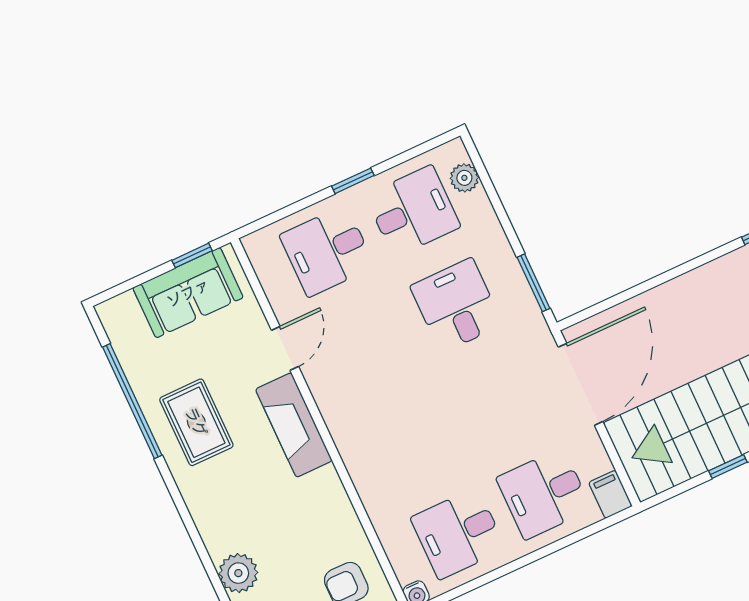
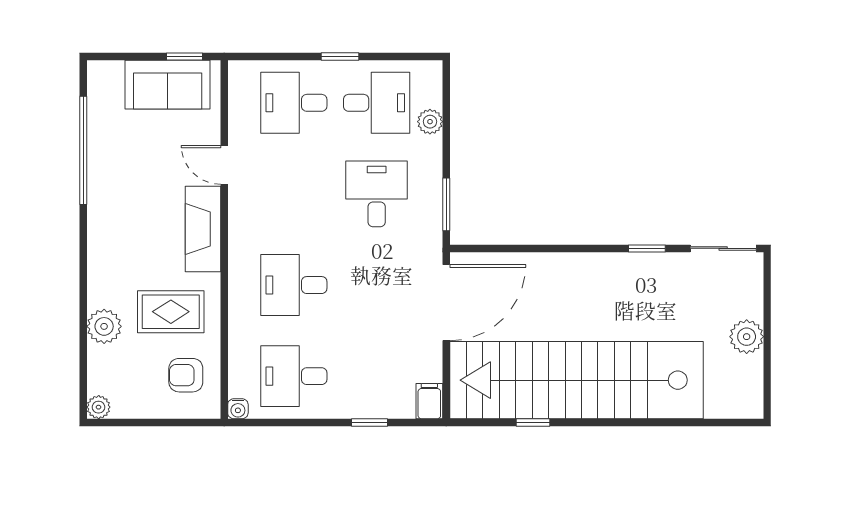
plant: (464, 178) -> (430, 122), moved
door: (285, 348) -> (224, 165), swing flipped
rug: (196, 422) -> (171, 312), moved, turned 90
desk: (544, 494) -> (294, 285), moved
window: (559, 545) -> (370, 422), added

